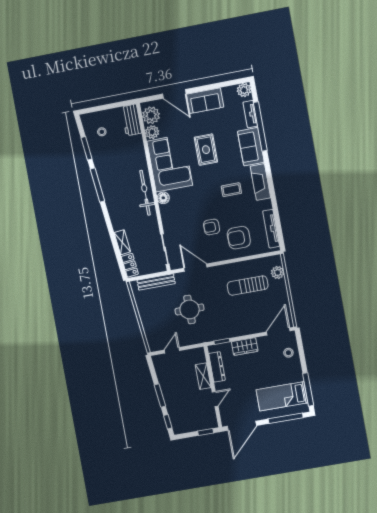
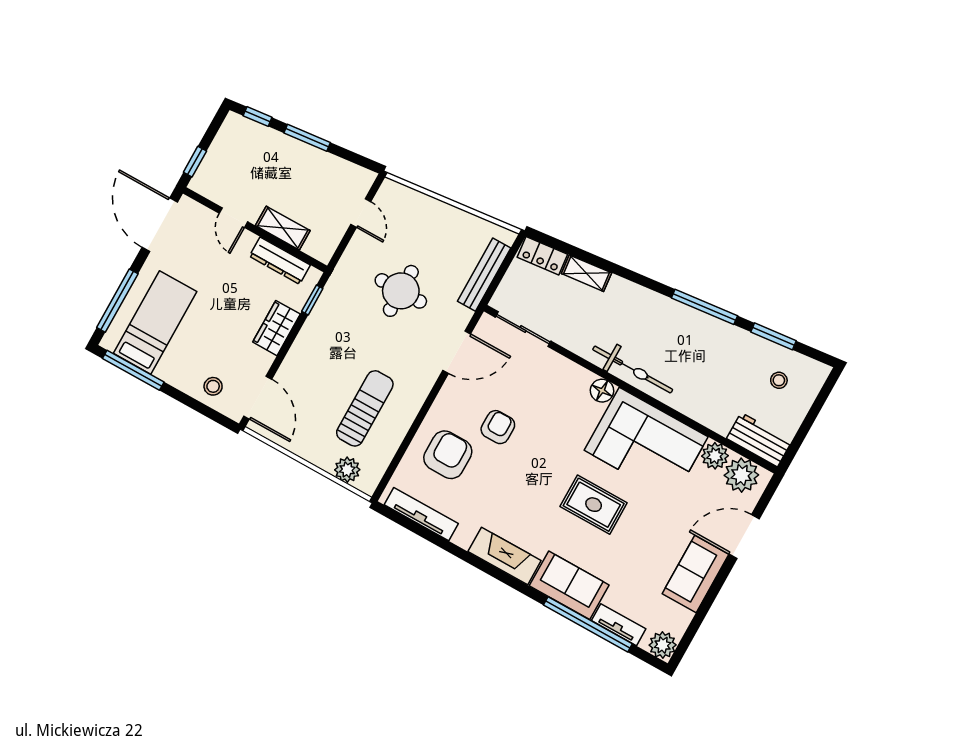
rug: (206, 150) -> (594, 505), moved
coffee table: (231, 190) -> (529, 503), removed

